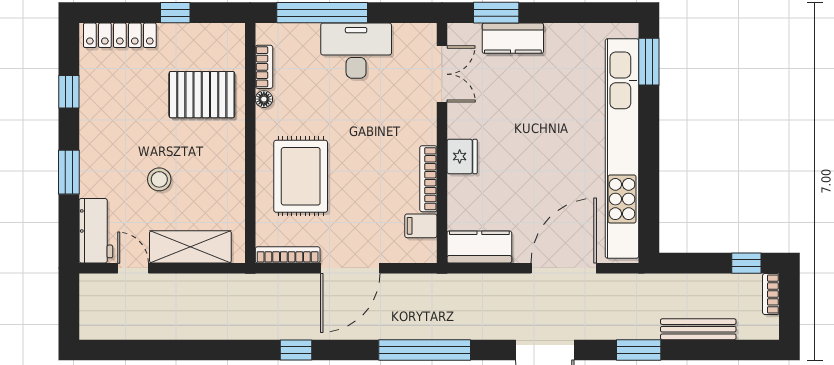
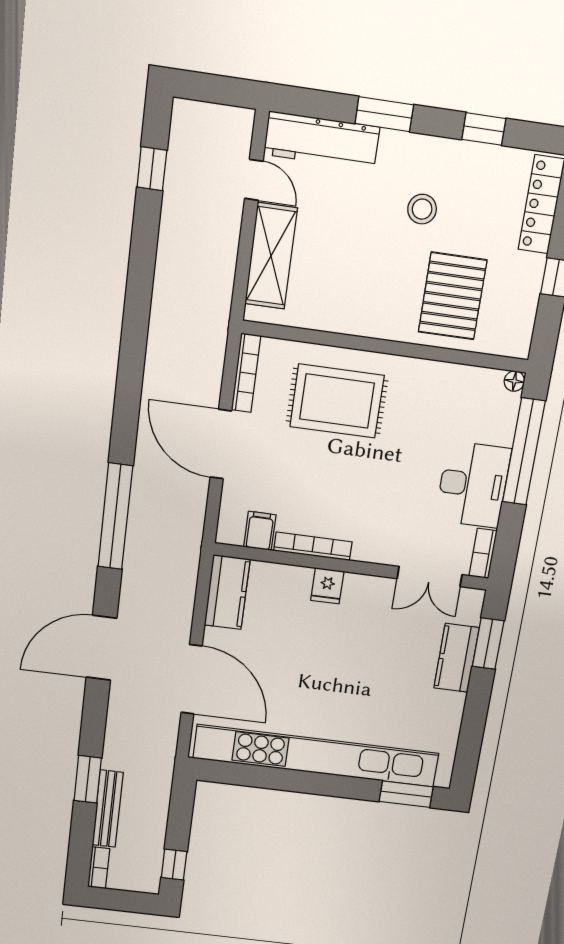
bookcase: (264, 67) -> (483, 553), moved, turned 90
floor lamp: (264, 99) -> (514, 381), moved
fridge: (462, 156) -> (327, 586), width x0.72
stool: (159, 179) -> (422, 209), moved
workbench: (96, 231) -> (322, 141), width x1.38
door: (133, 268) -> (254, 180), hinge flipped
bookcase: (771, 294) -> (99, 868), moved, turned 90
window: (296, 350) -> (152, 169), moved
window: (639, 350) -> (88, 779), moved

